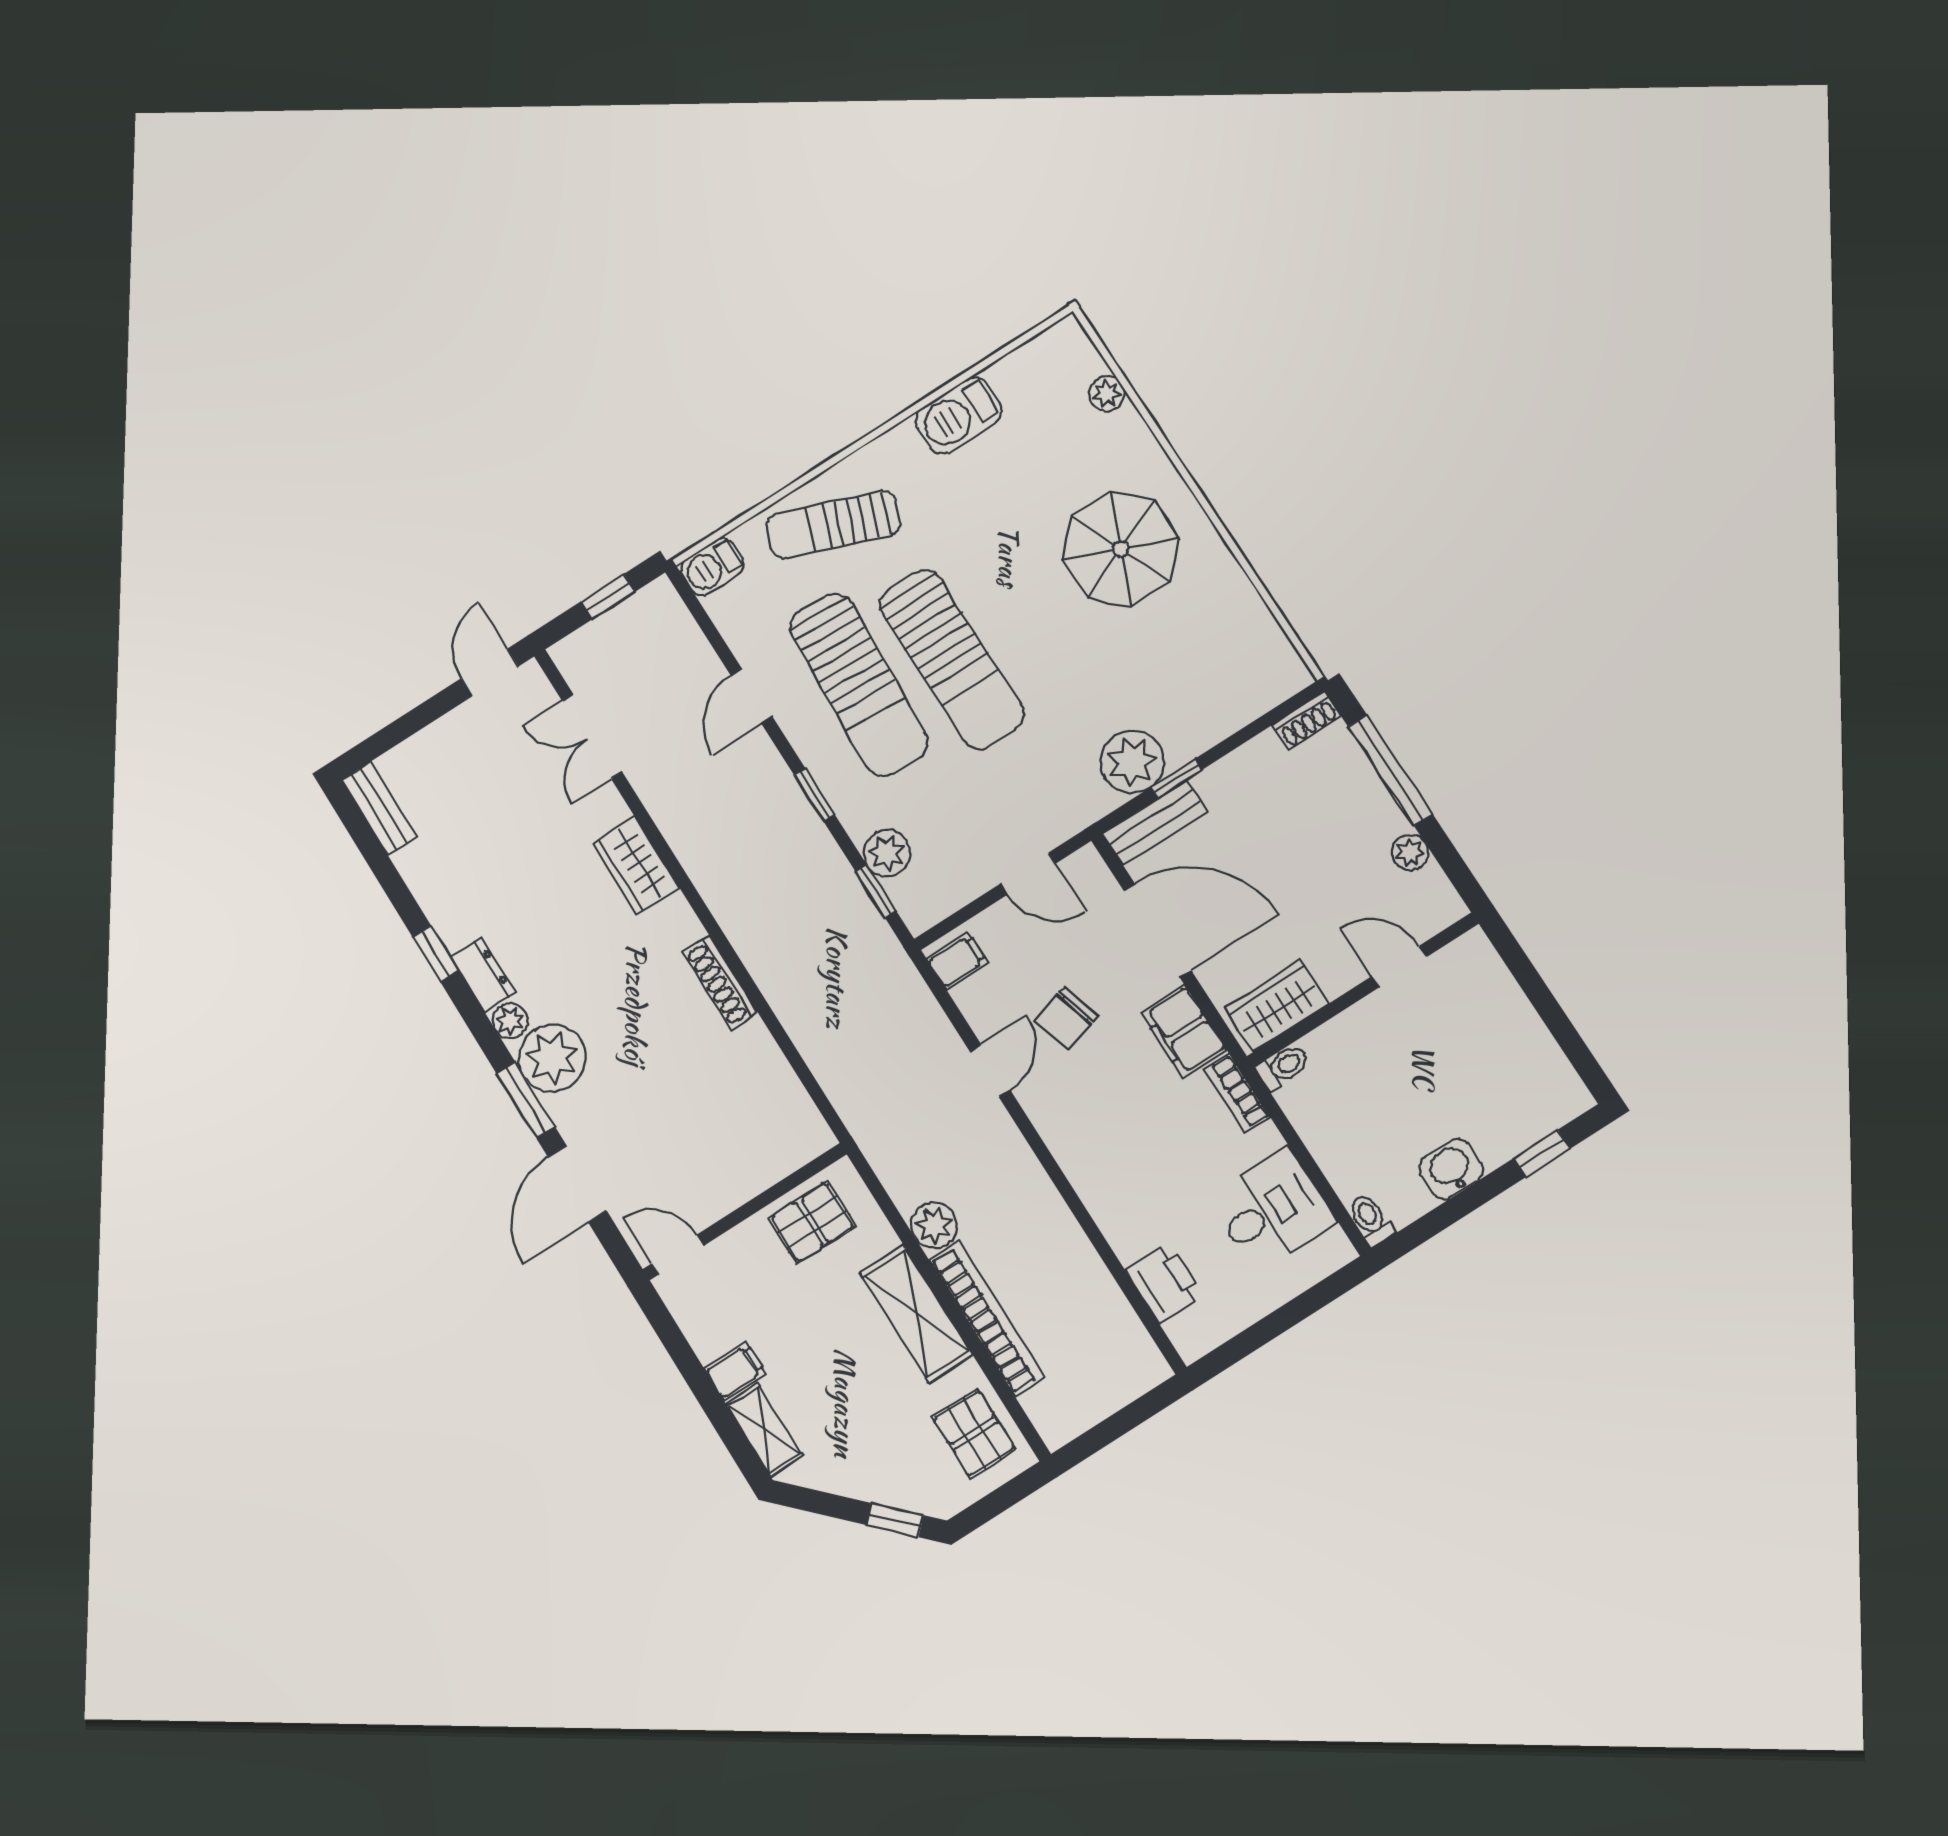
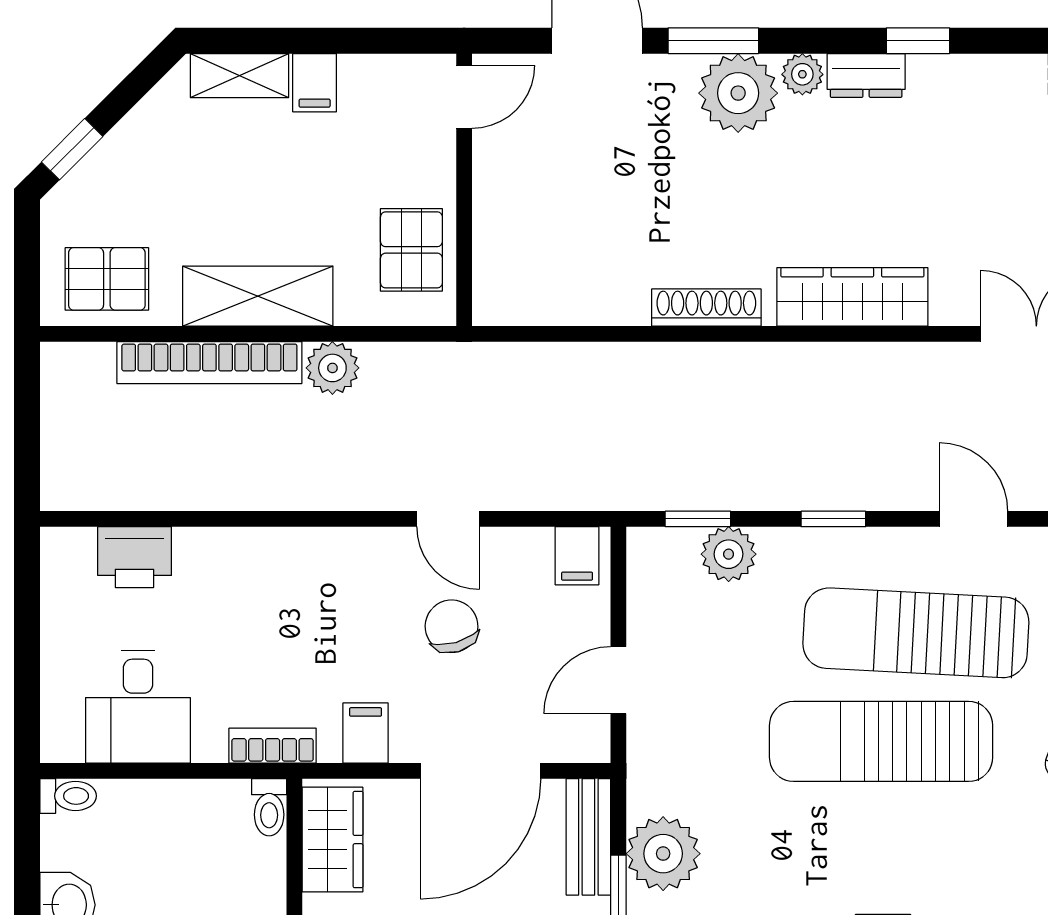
wardrobe: (636, 865) -> (852, 297), width x1.50
filing cabinet: (1184, 1031) -> (366, 733), width x0.50

